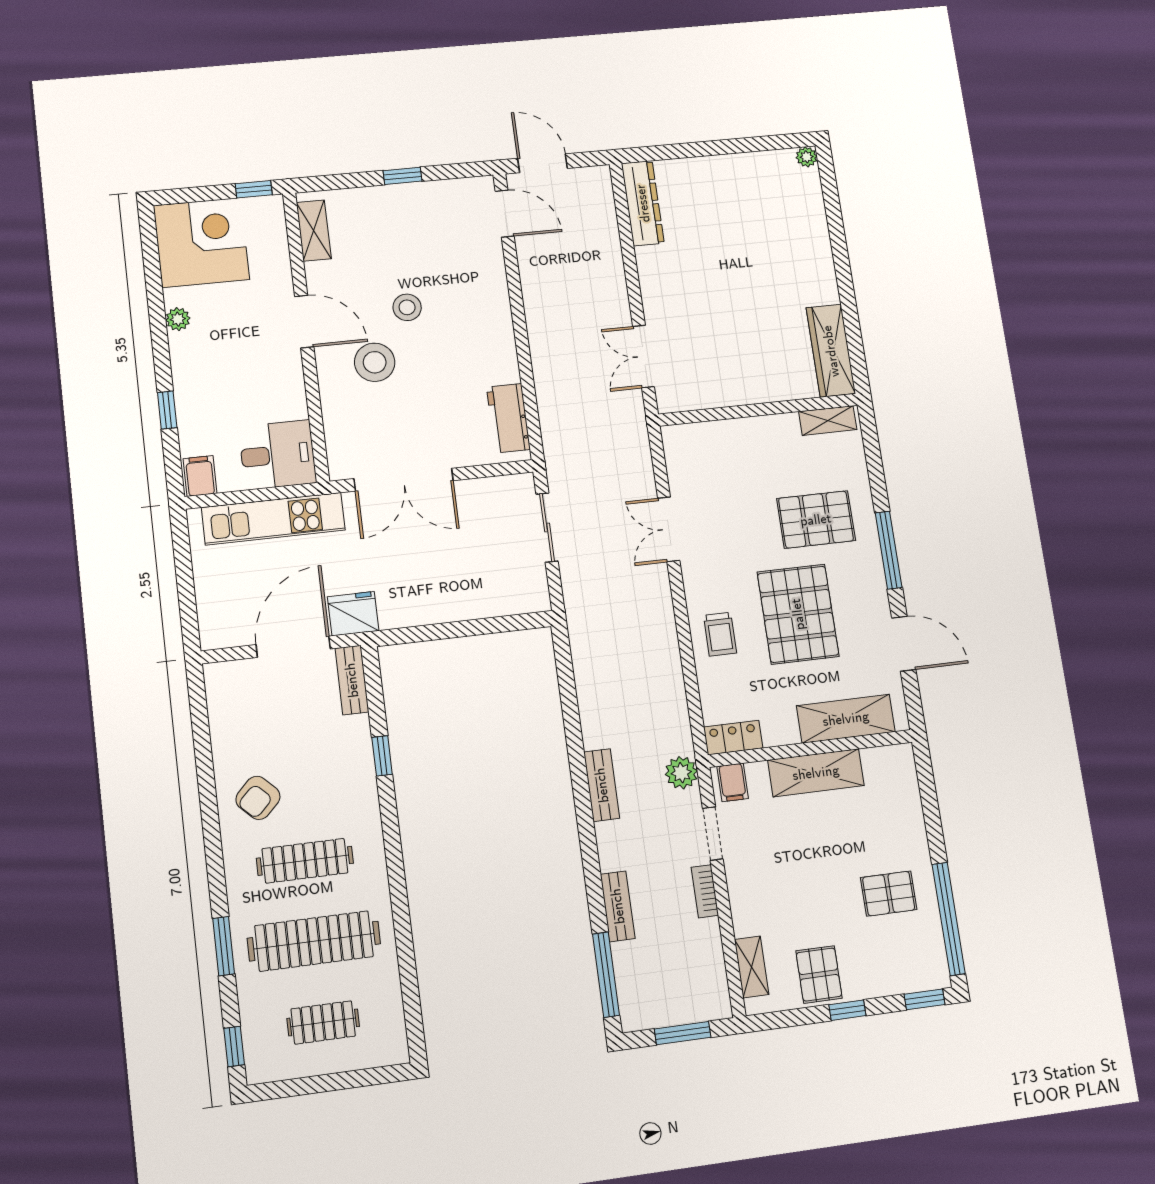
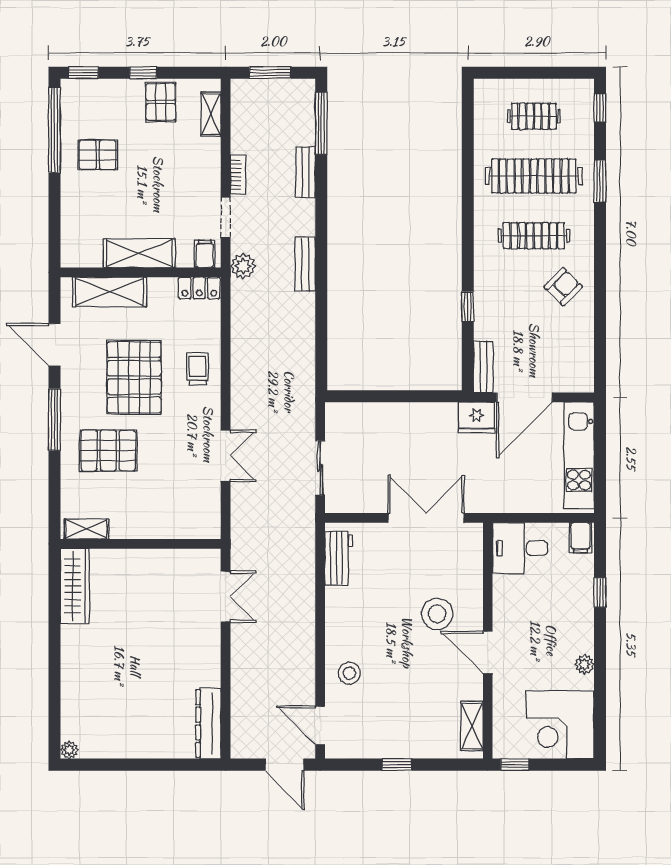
stool: (407, 307) -> (349, 673), moved
kitchen unit: (273, 519) -> (579, 456), moved, turned -90

